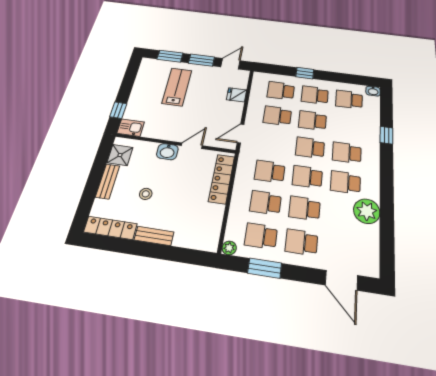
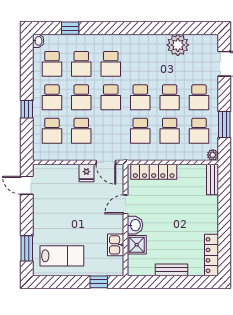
window: (201, 60) -> (27, 215), removed
lab bench: (177, 87) -> (62, 256), moved, turned 180
fridge: (237, 95) -> (86, 173), moved
kitchen sink: (131, 128) -> (116, 245), moved
window: (386, 135) -> (70, 28), moved
door: (192, 146) -> (125, 204), hinge flipped
shower: (120, 155) -> (137, 245), moved
school desk: (345, 182) -> (81, 64), moved
stool: (146, 194) -> (178, 234), removed
plant: (367, 211) -> (178, 45), moved
bench: (154, 236) -> (212, 180), moved

